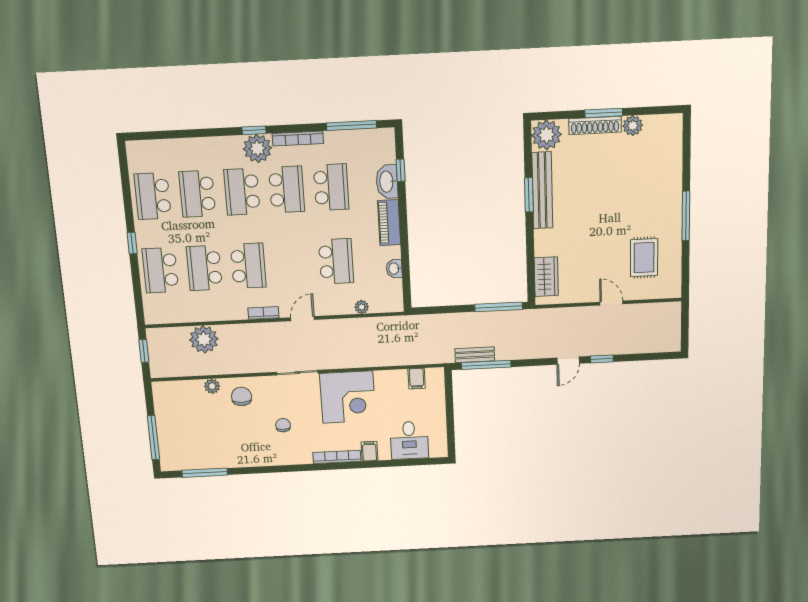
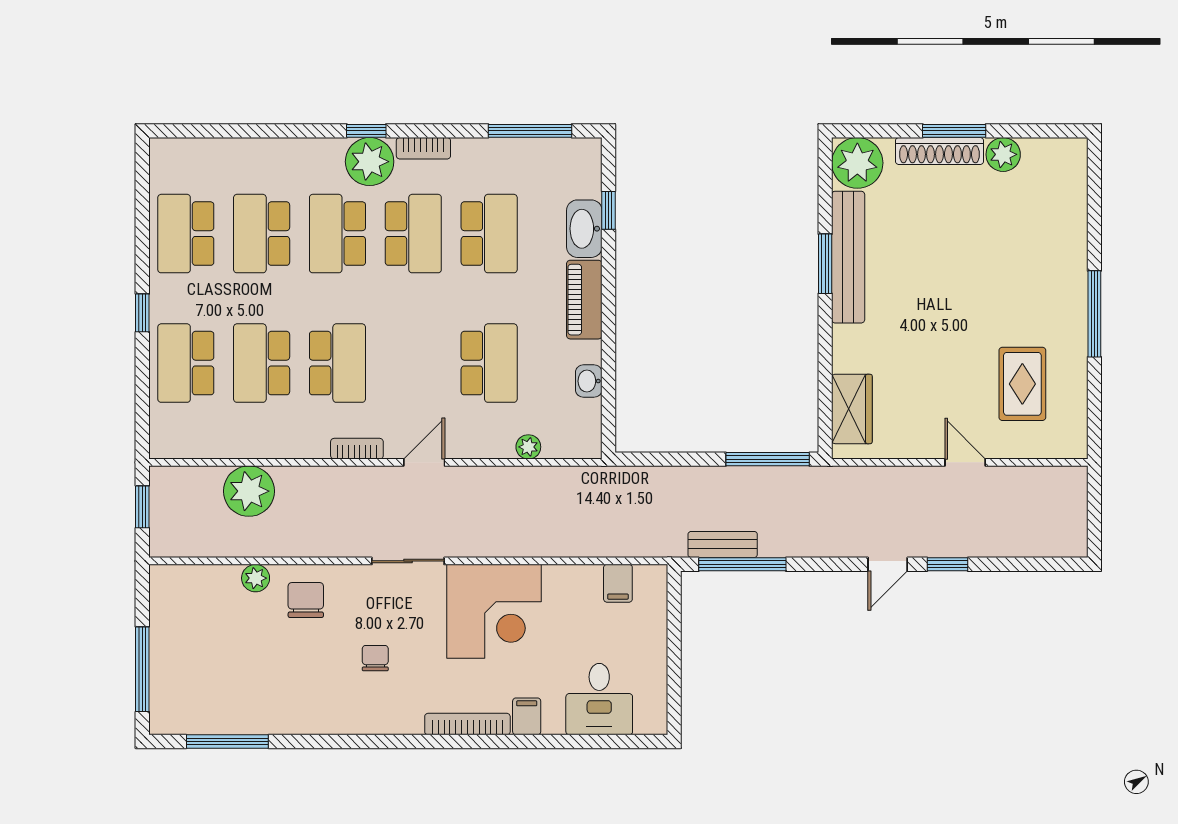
bookcase: (298, 139) -> (423, 148), width x0.64

